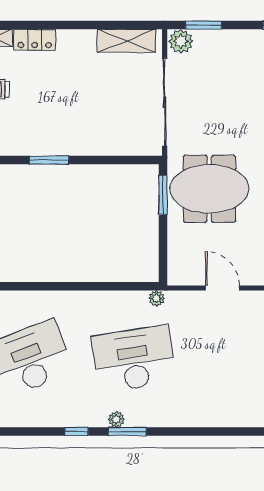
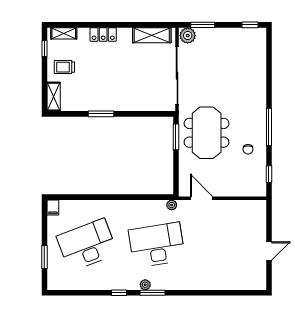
locker: (35, 40) -> (103, 35), moved
meeting table: (209, 189) -> (207, 133), turned 90
door: (222, 288) -> (201, 198), moved

